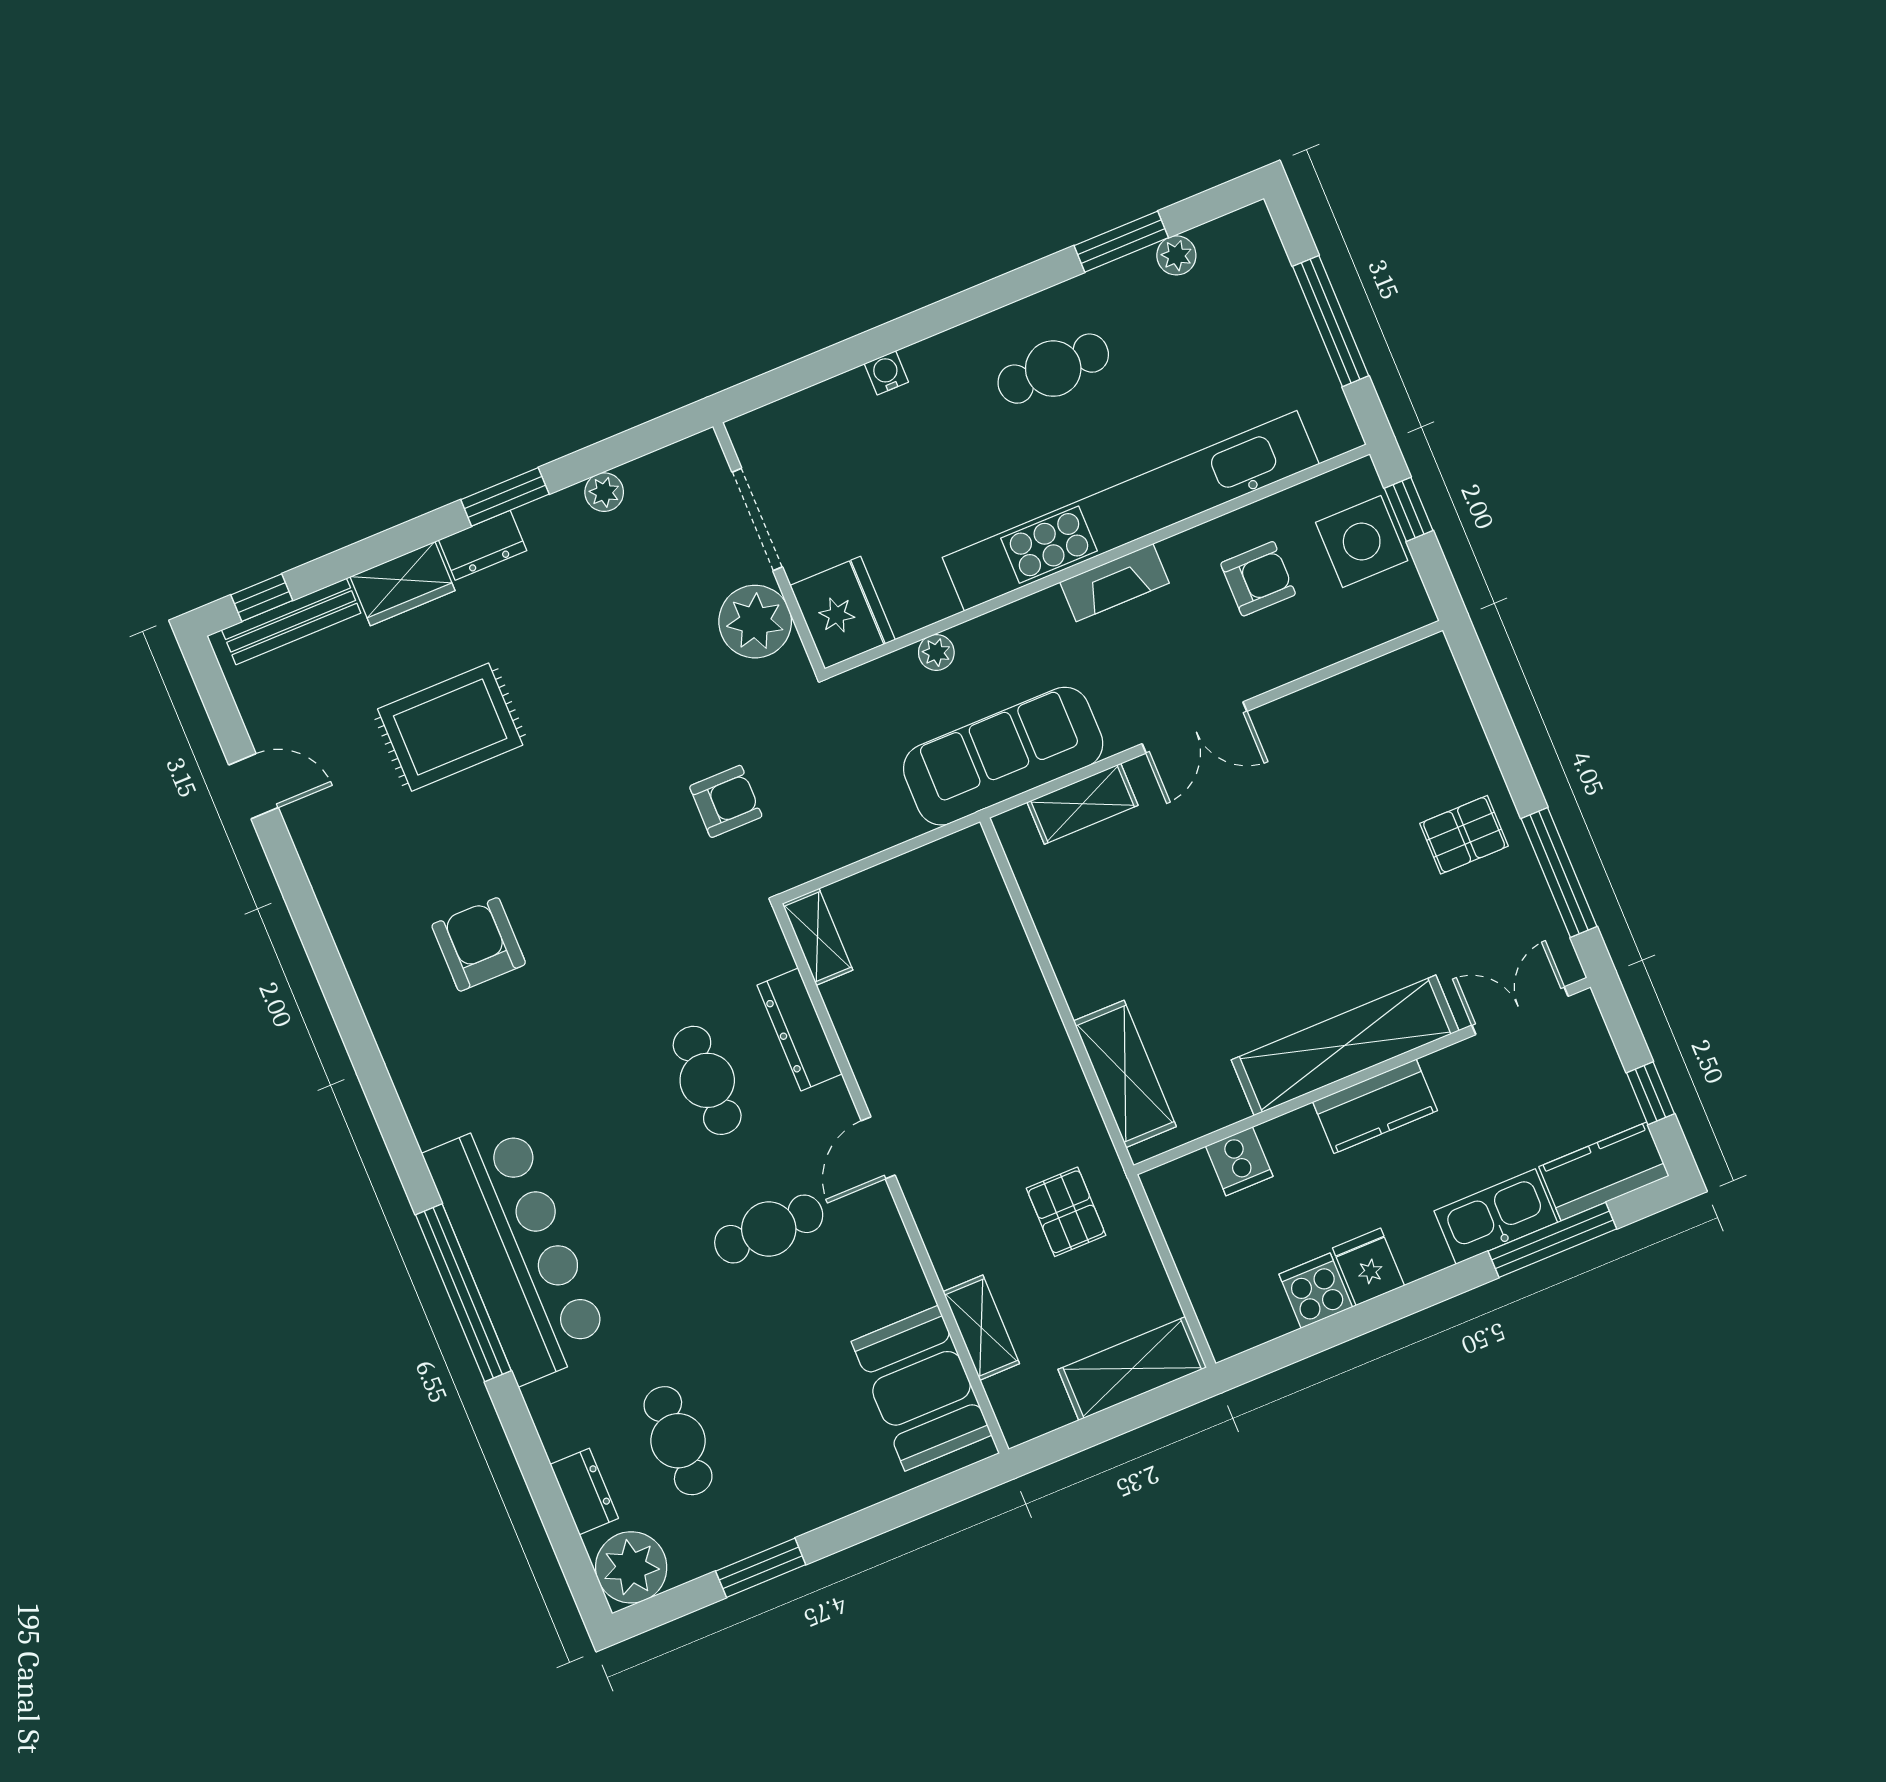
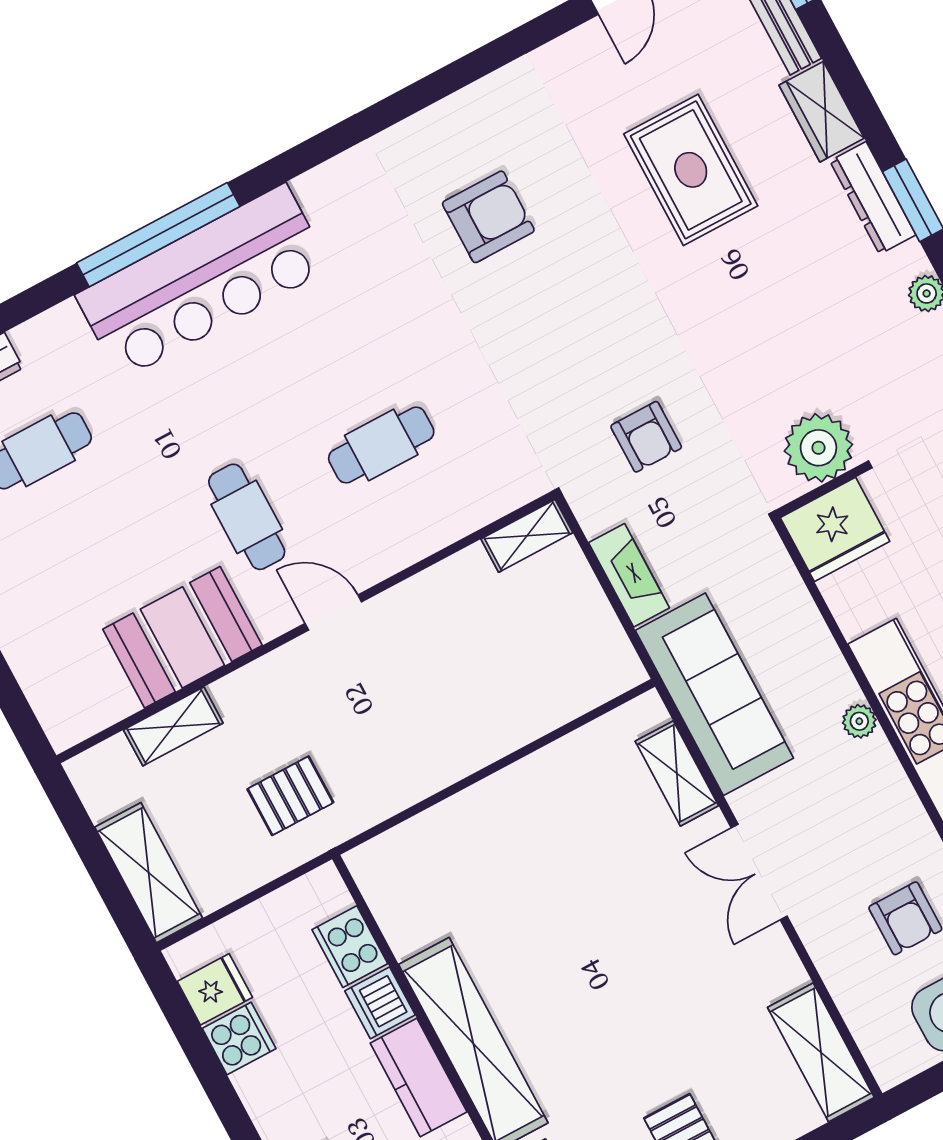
dresser: (483, 545) -> (873, 198), width x1.44
fireplace: (1115, 583) -> (629, 575), moved, turned 180
plant: (936, 652) -> (859, 721), moved
dresser: (800, 1029) -> (438, 528), removed
shelving: (1125, 1074) -> (821, 1052), moved, turned 90
dishwasher: (1293, 1139) -> (380, 1003), added
cooker: (1239, 1161) -> (350, 947), width x1.36
fridge: (1368, 1267) -> (215, 989), moved
booth: (922, 1388) -> (182, 637), moved

